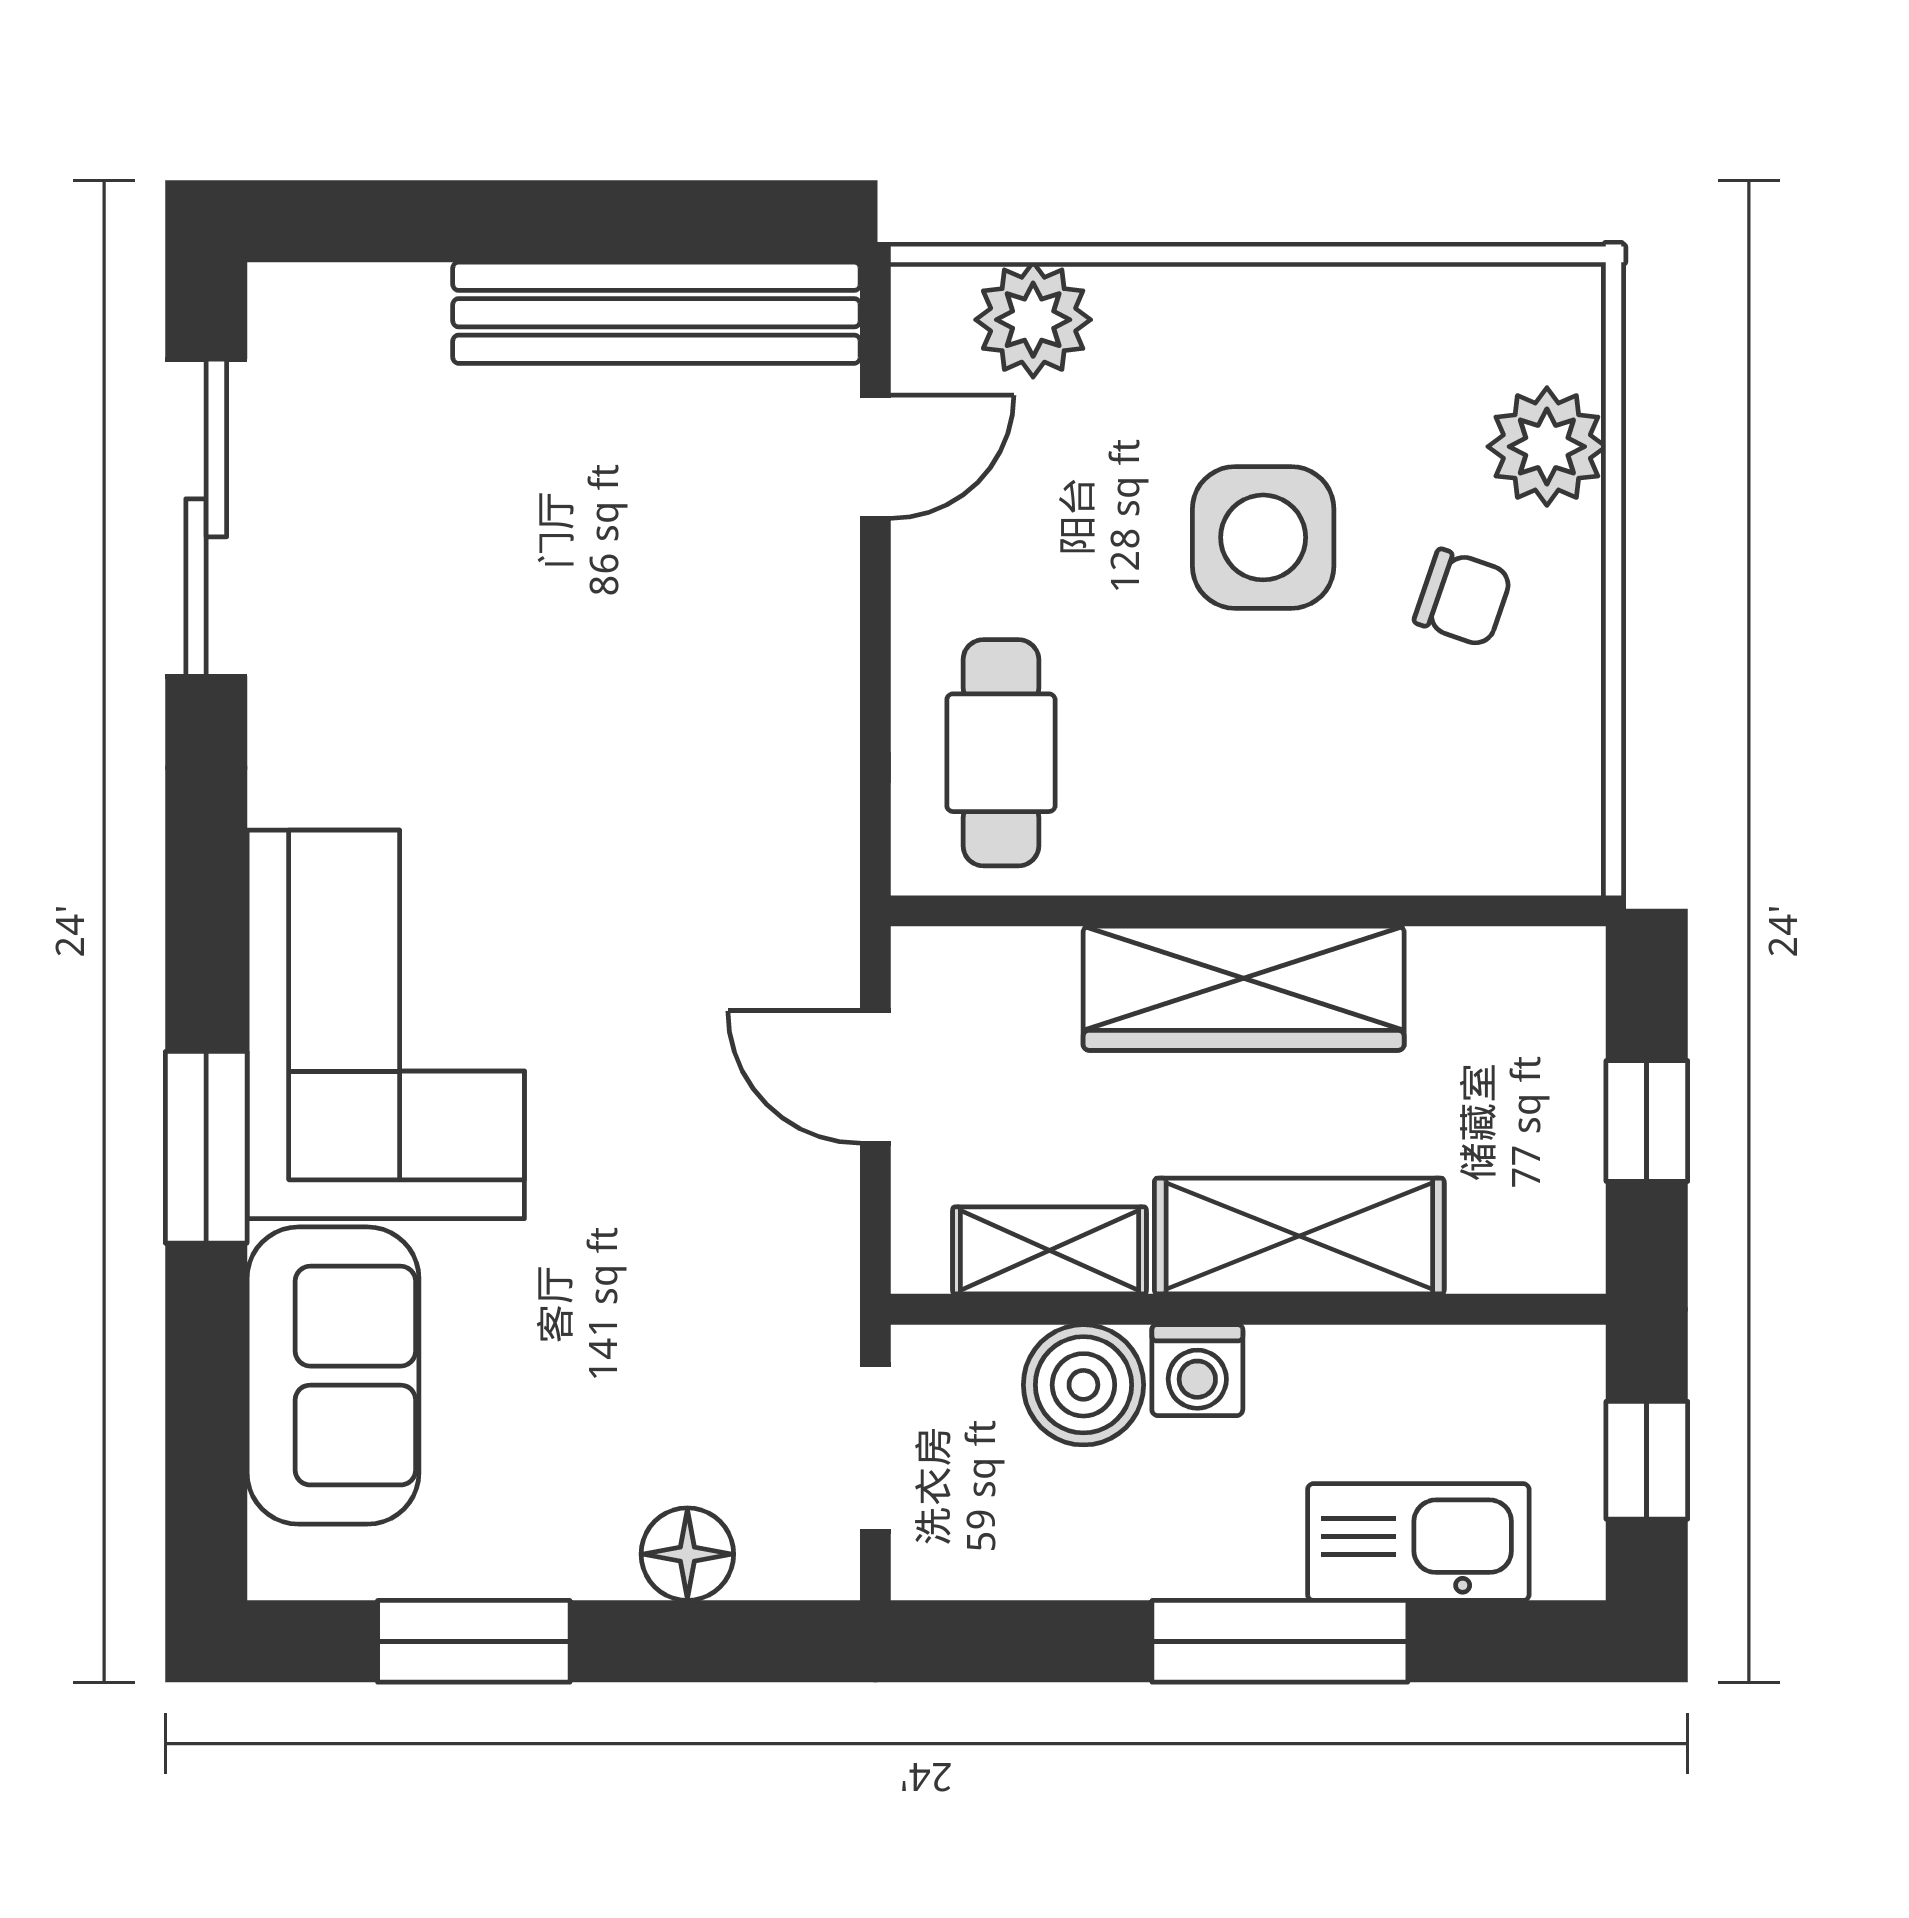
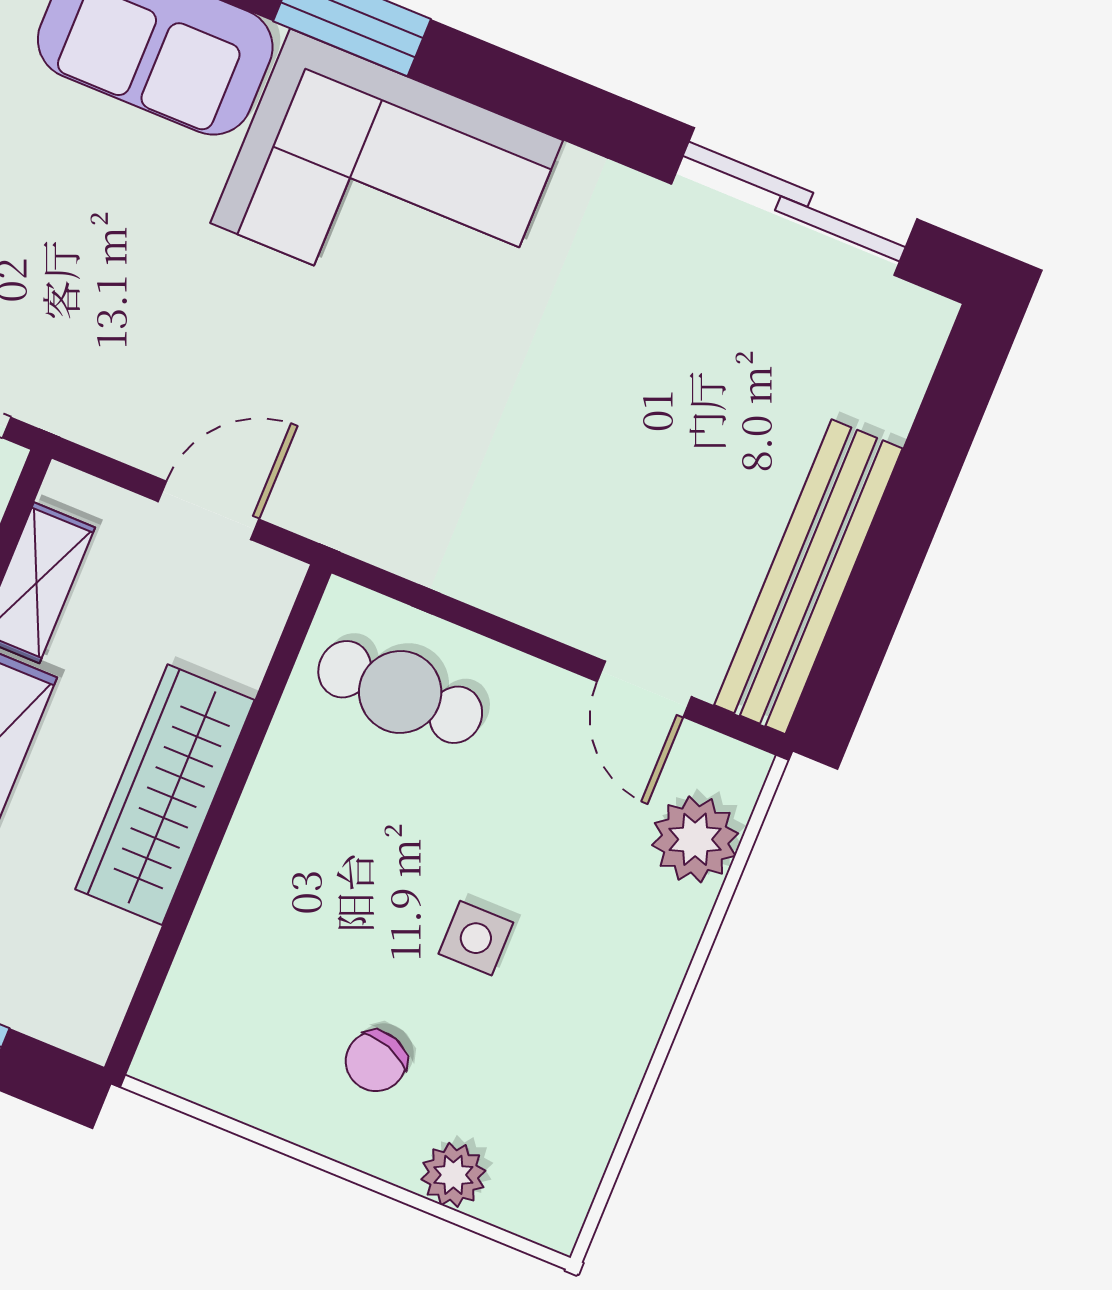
plant: (1547, 447) -> (453, 1175), width x0.73, depth x0.73
side table: (1263, 537) -> (476, 938), width x0.54, depth x0.54

